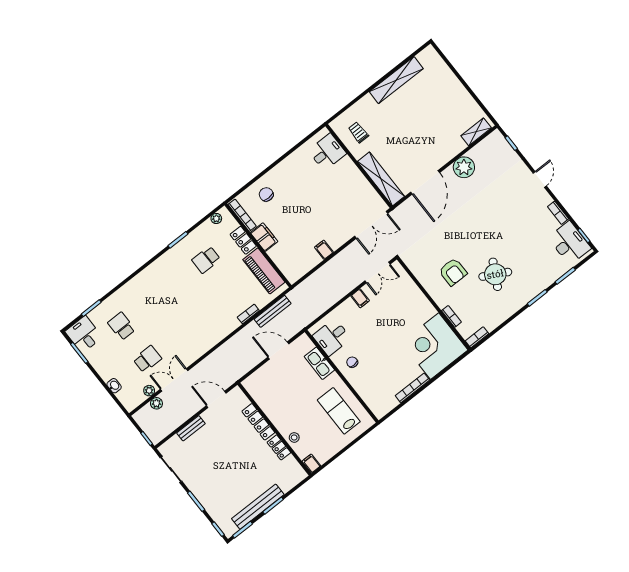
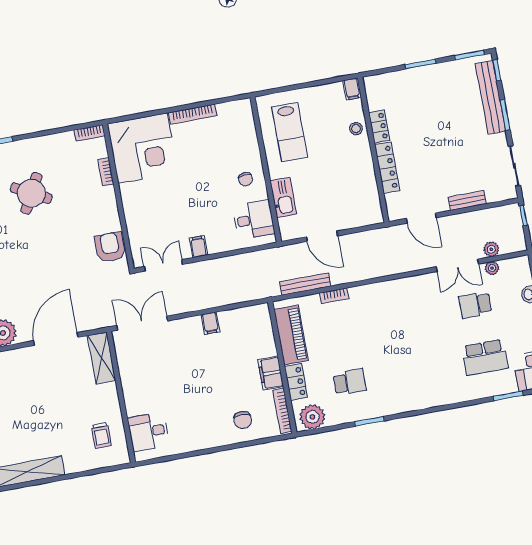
shelving: (381, 179) -> (102, 358), width x0.68
plant: (216, 219) -> (312, 417), width x1.87, depth x1.87
armchair: (453, 272) -> (110, 247), moved
school desk: (122, 326) -> (485, 357), width x1.85
bench: (258, 507) -> (490, 97), moved, turned 90

